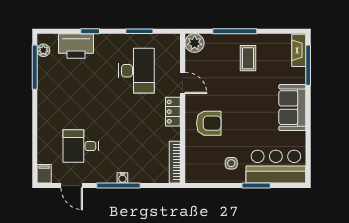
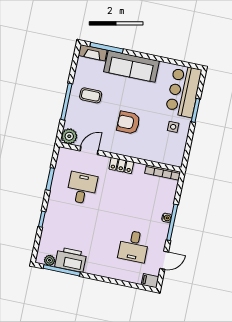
printer: (76, 46) -> (71, 260), moved, turned -90
desk: (137, 71) -> (82, 188), width x0.73
door: (183, 83) -> (89, 150), moved
sofa: (292, 108) -> (132, 66), width x1.36
armchair: (209, 123) -> (128, 123), moved, turned -90

